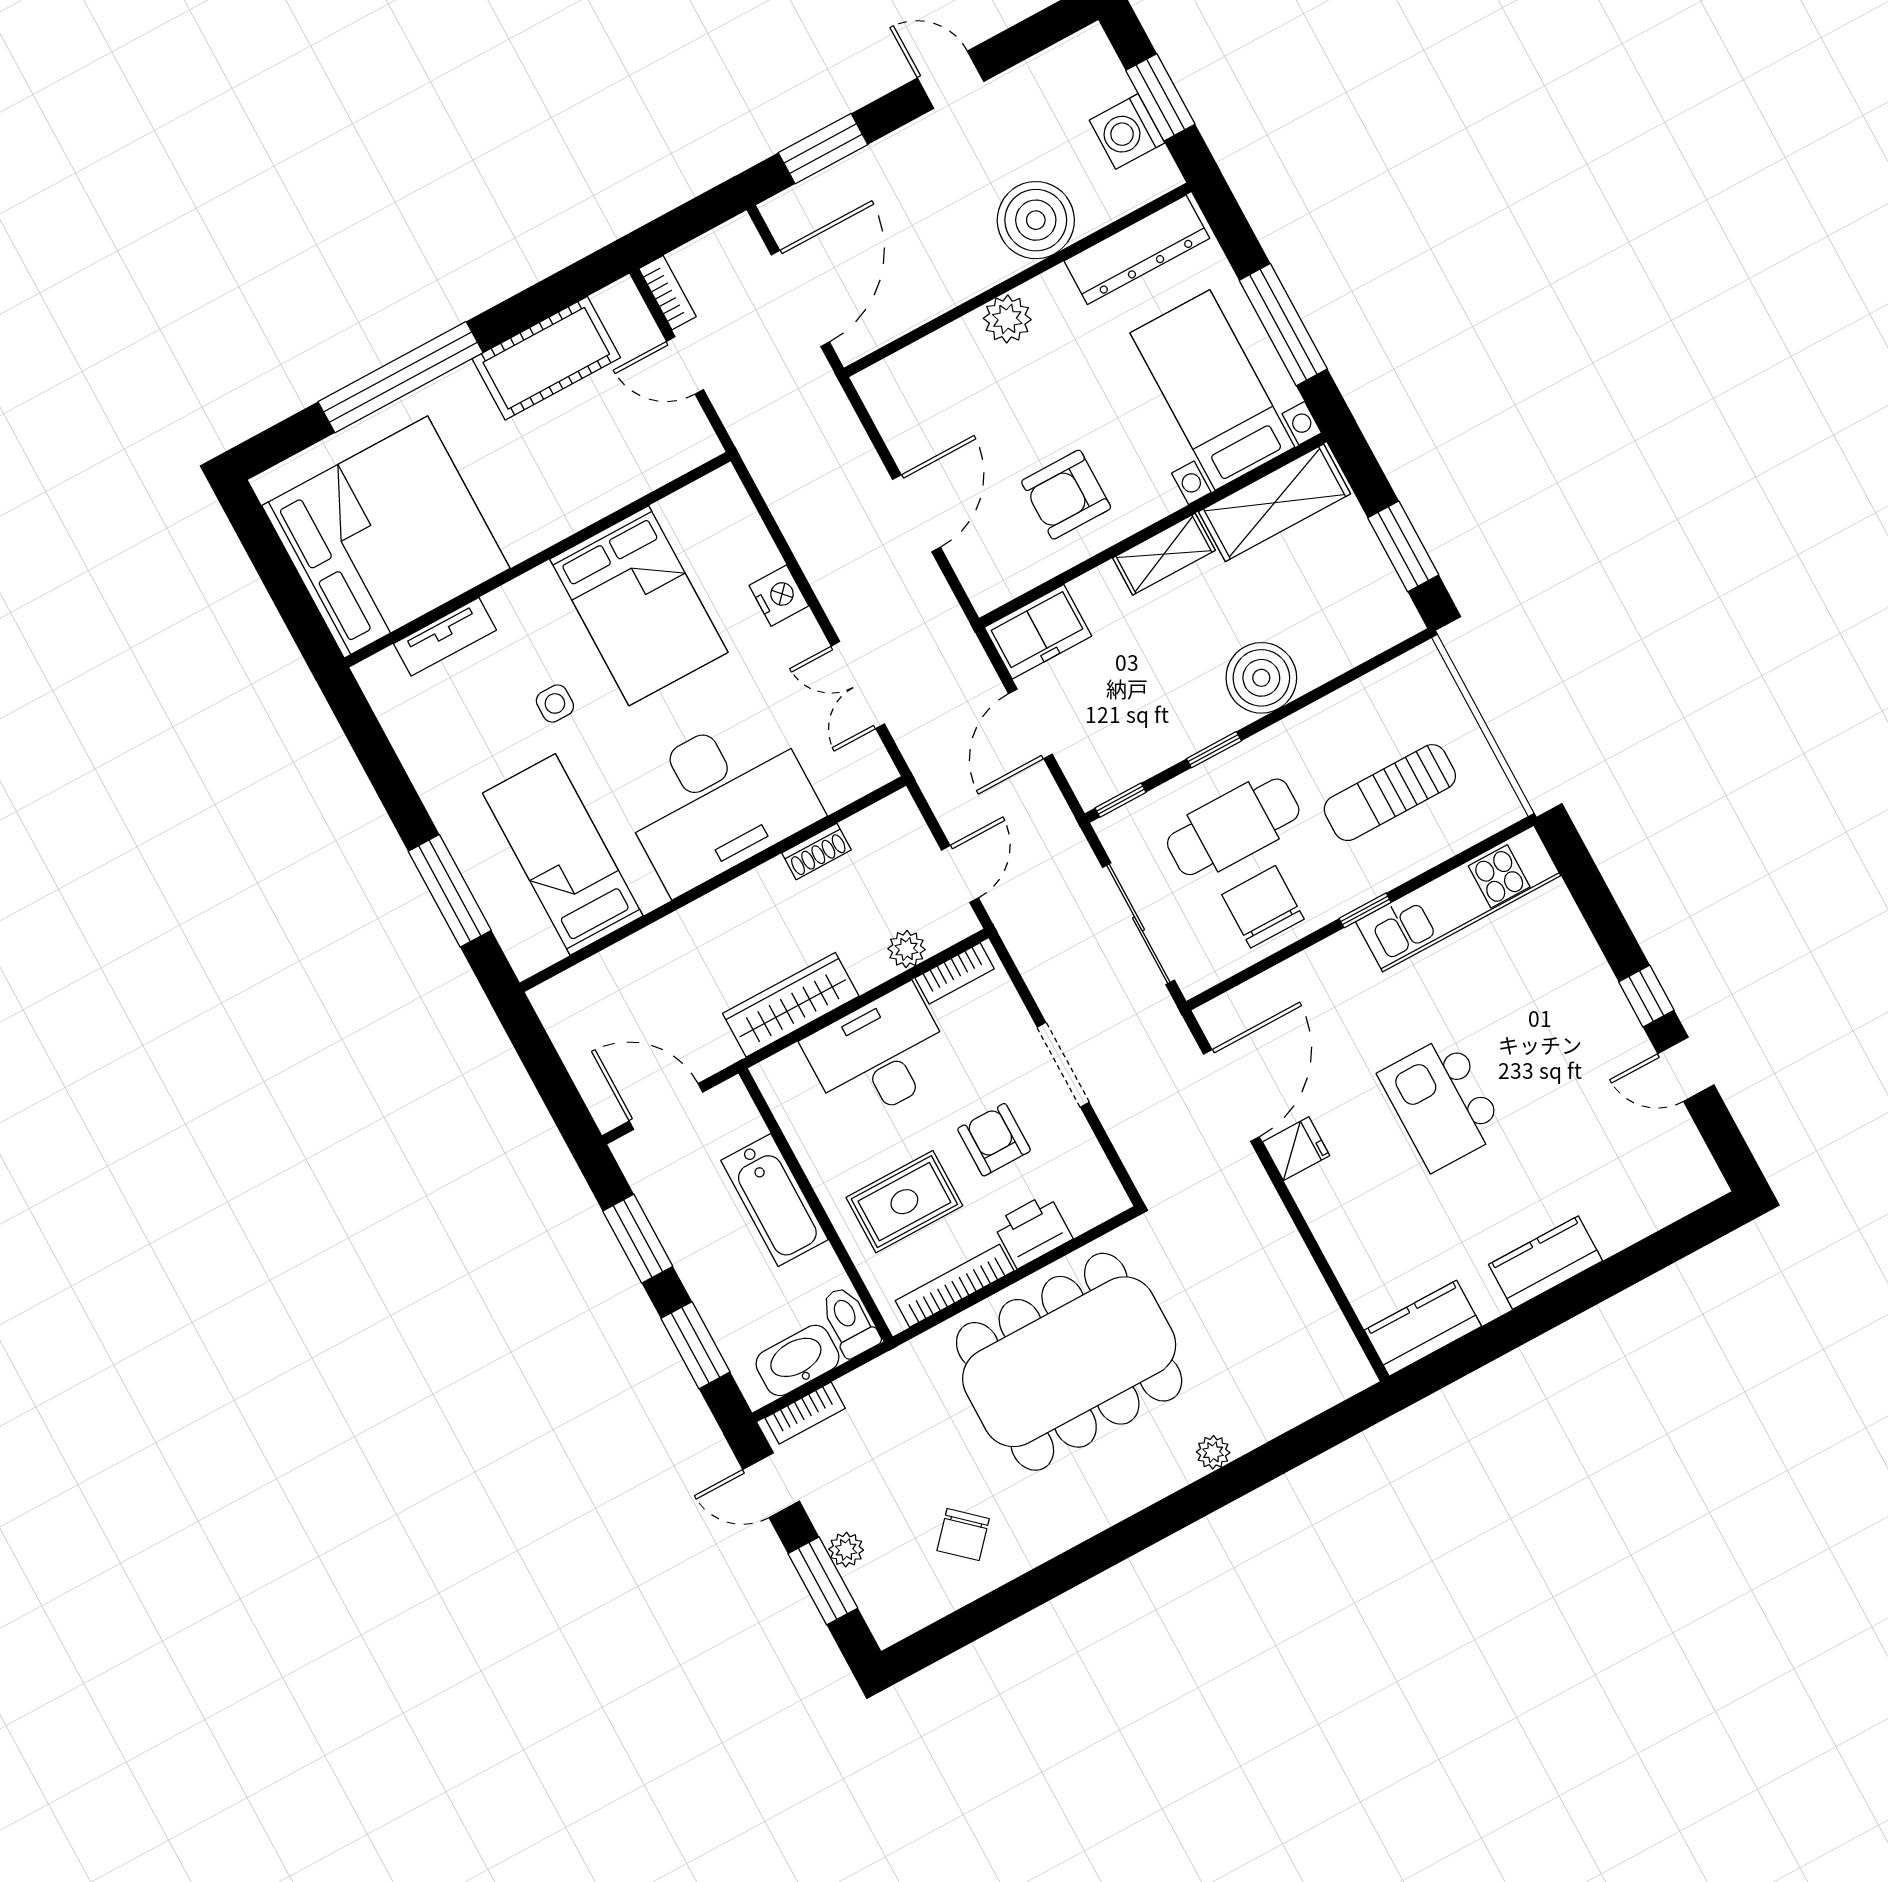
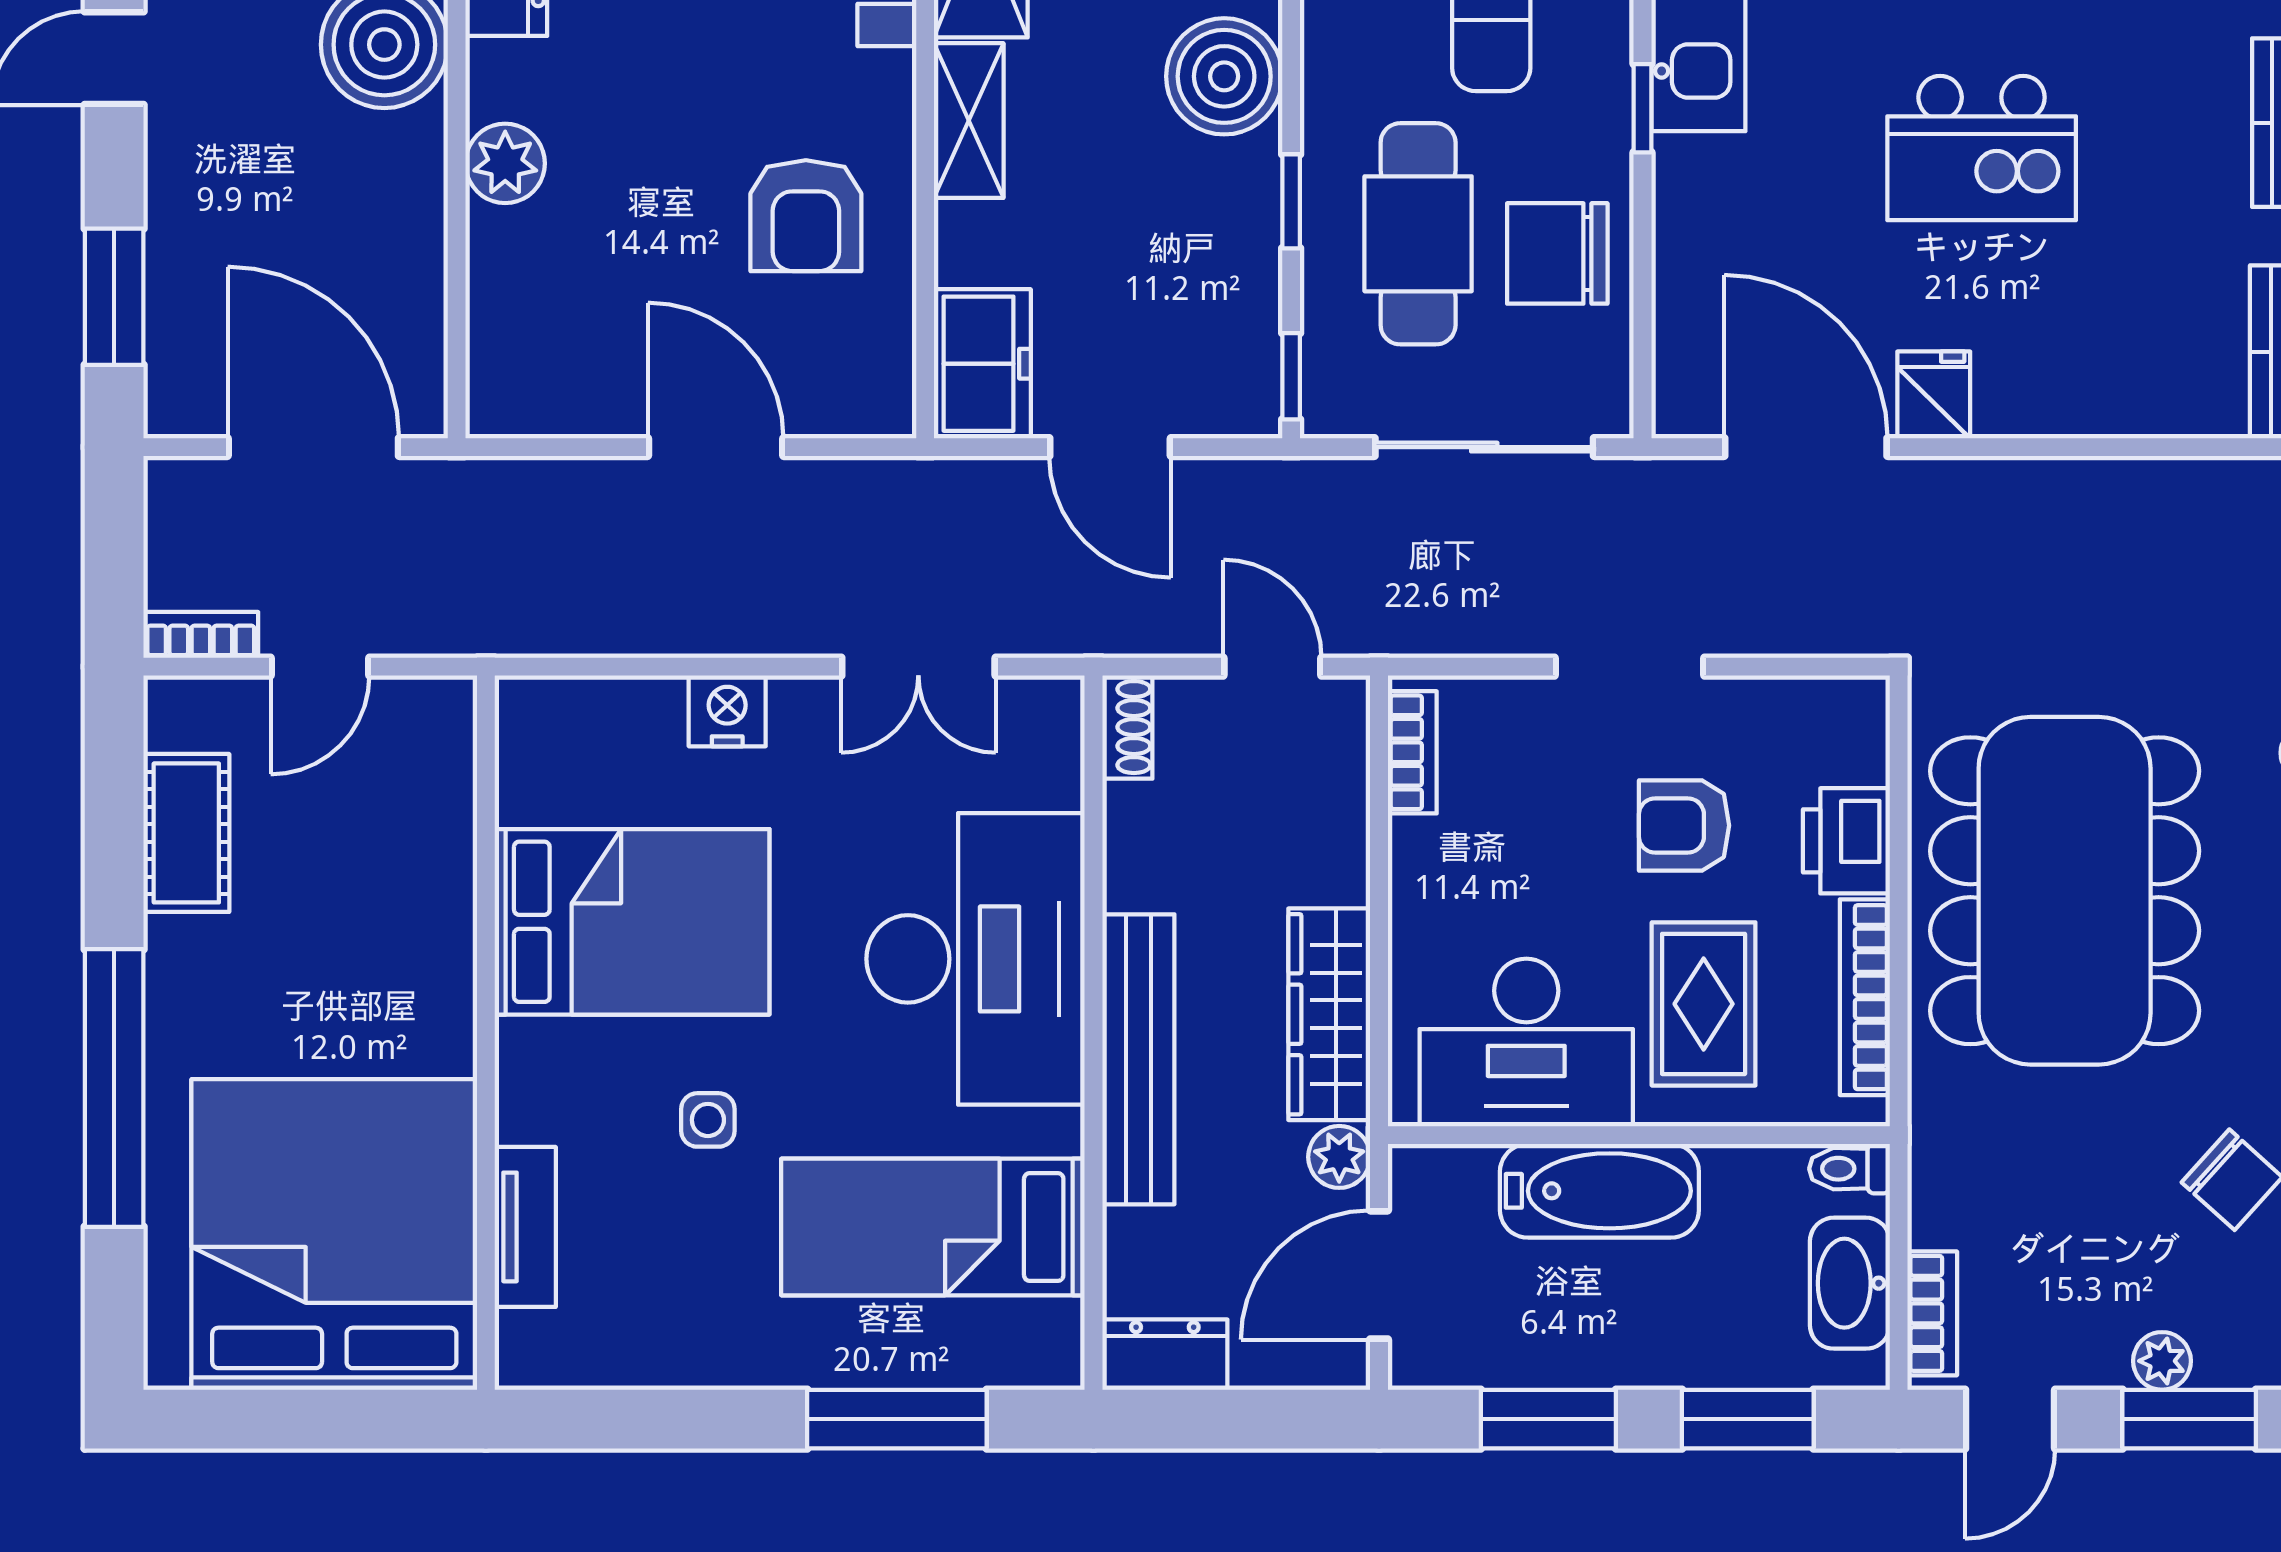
cot: (546, 358) -> (186, 833), width x0.73, depth x0.75
shoe rack: (817, 851) -> (1127, 727), moved
bench: (712, 916) -> (1138, 1059), added
plant: (907, 949) -> (1339, 1157), moved
dresser: (562, 1015) -> (1165, 1355), added
desk: (879, 1055) -> (1526, 1042), moved, turned -90
toilet: (849, 1322) -> (1850, 1169), width x0.73, depth x0.72

